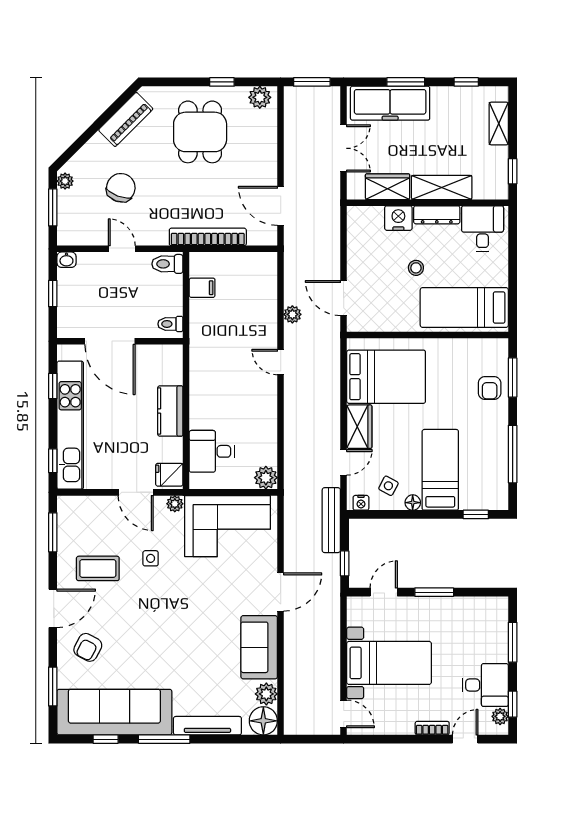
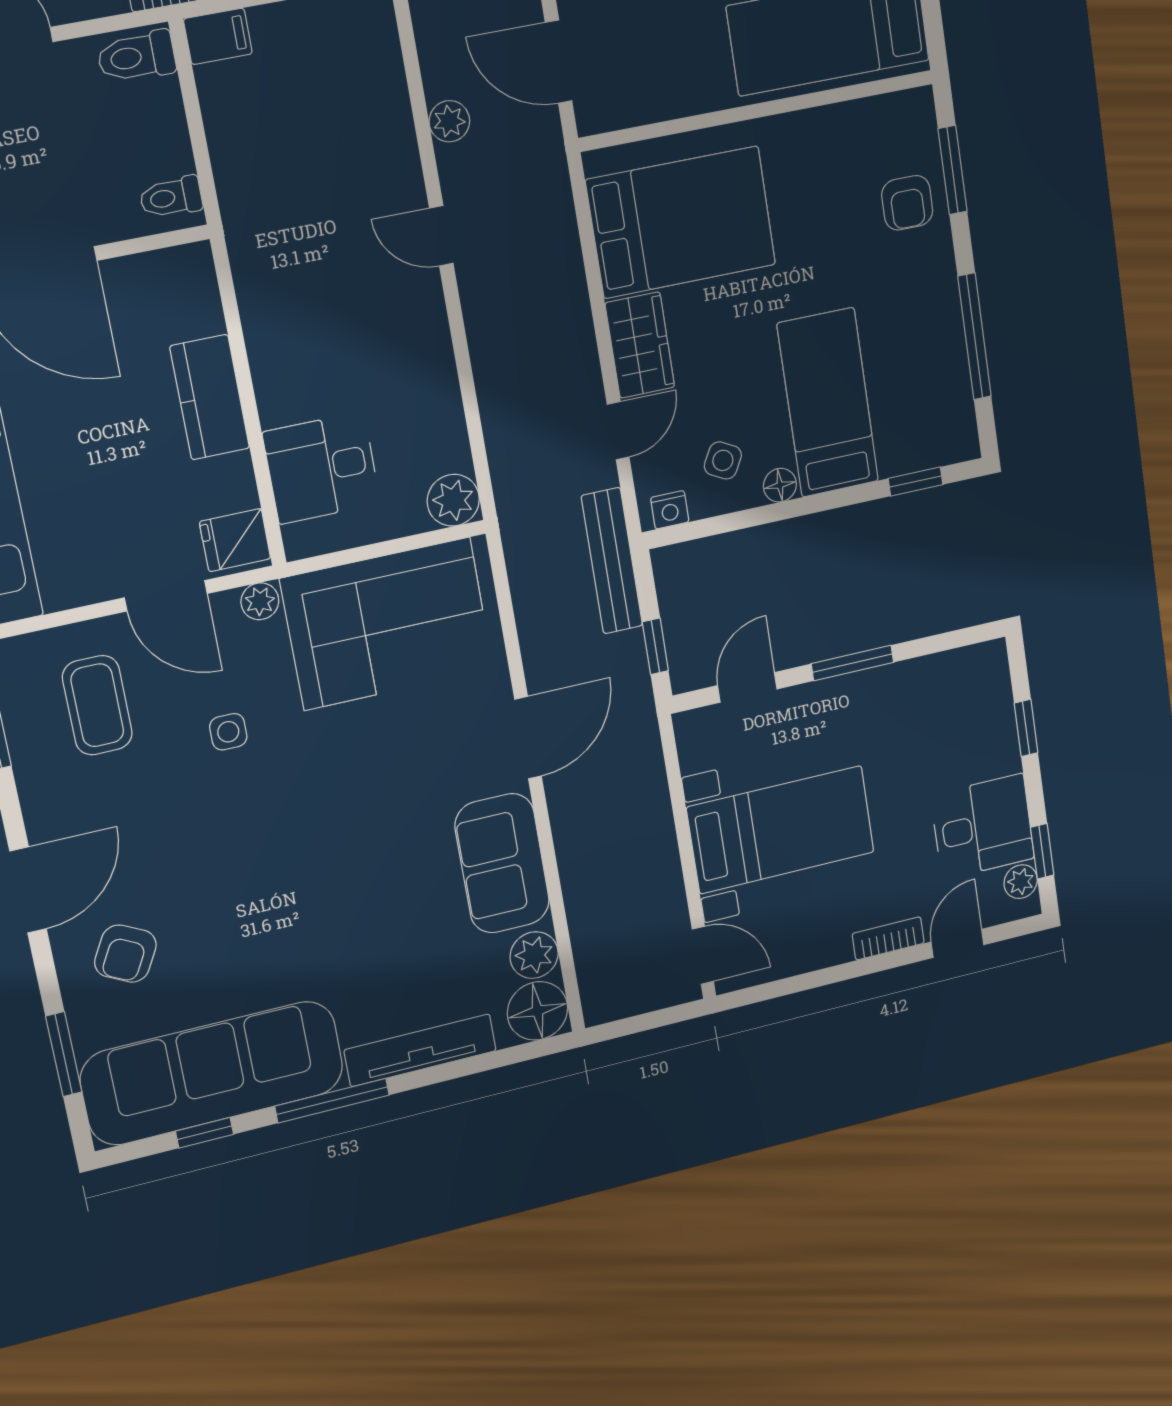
filing cabinet: (202, 288) -> (218, 36), moved
coffee table: (98, 568) -> (97, 705), moved, turned 90
window: (513, 642) -> (1026, 728), width x0.67

